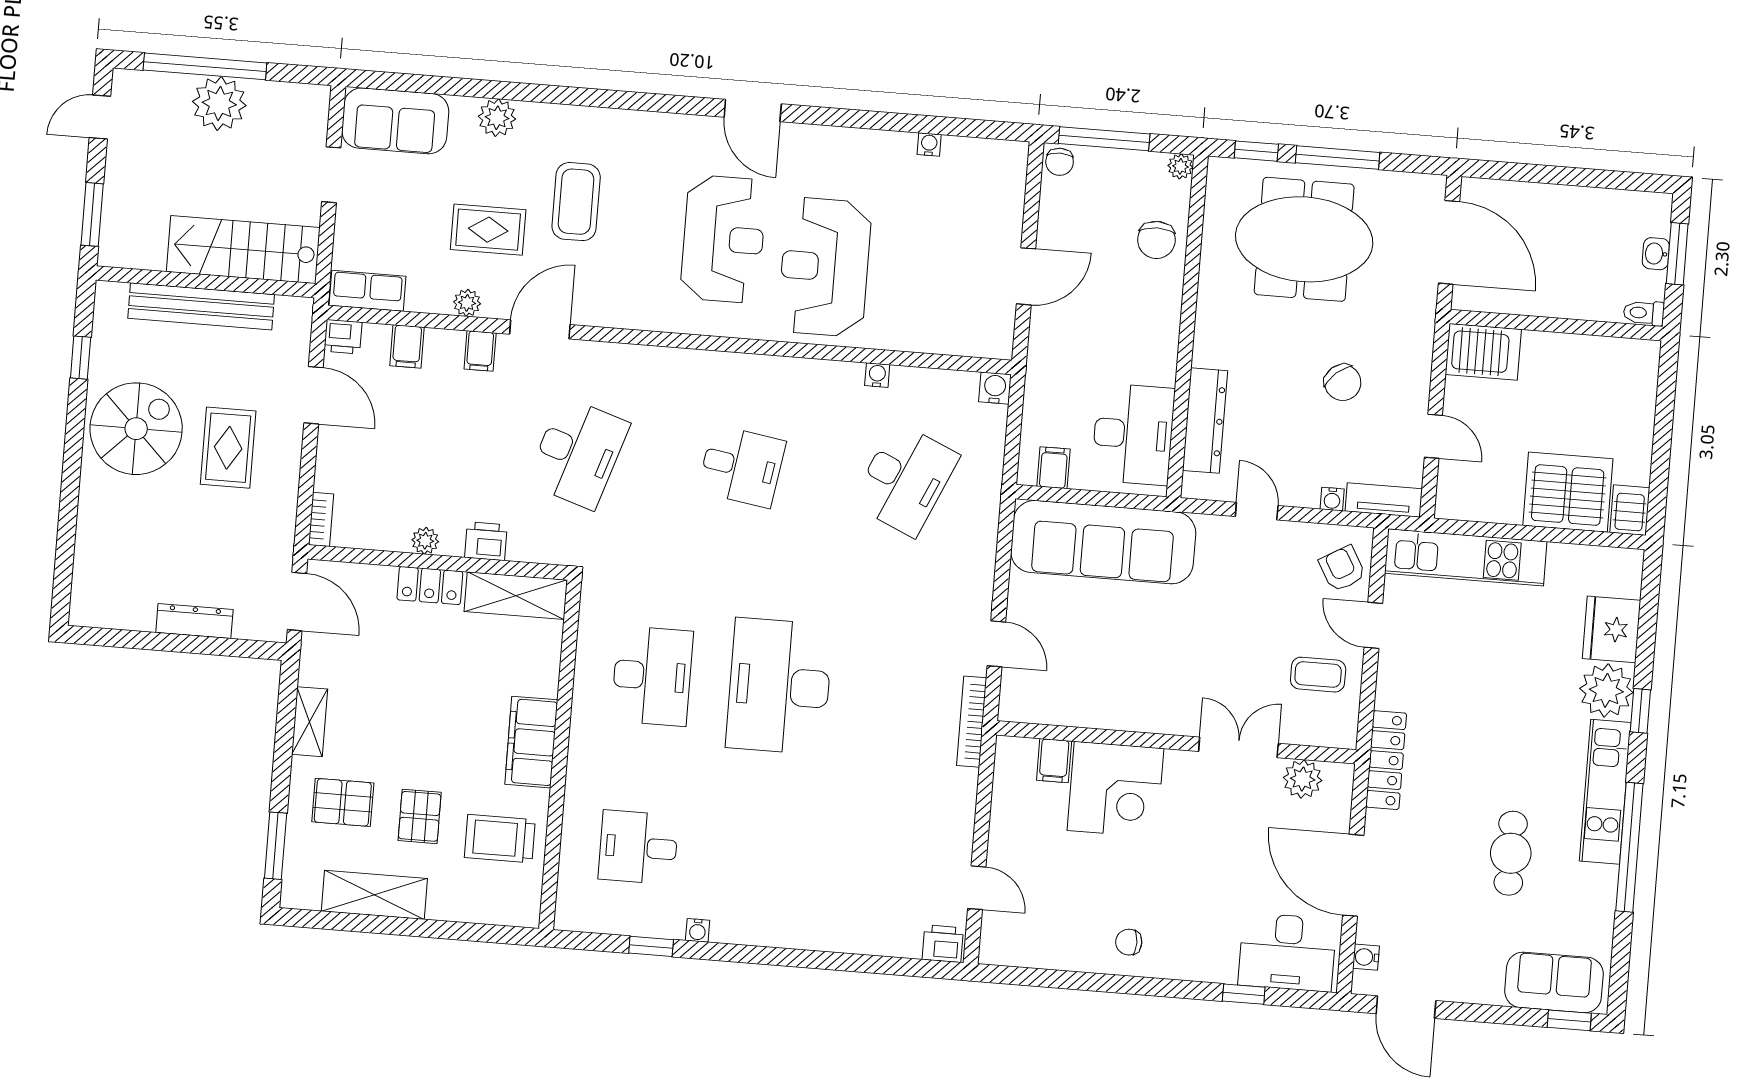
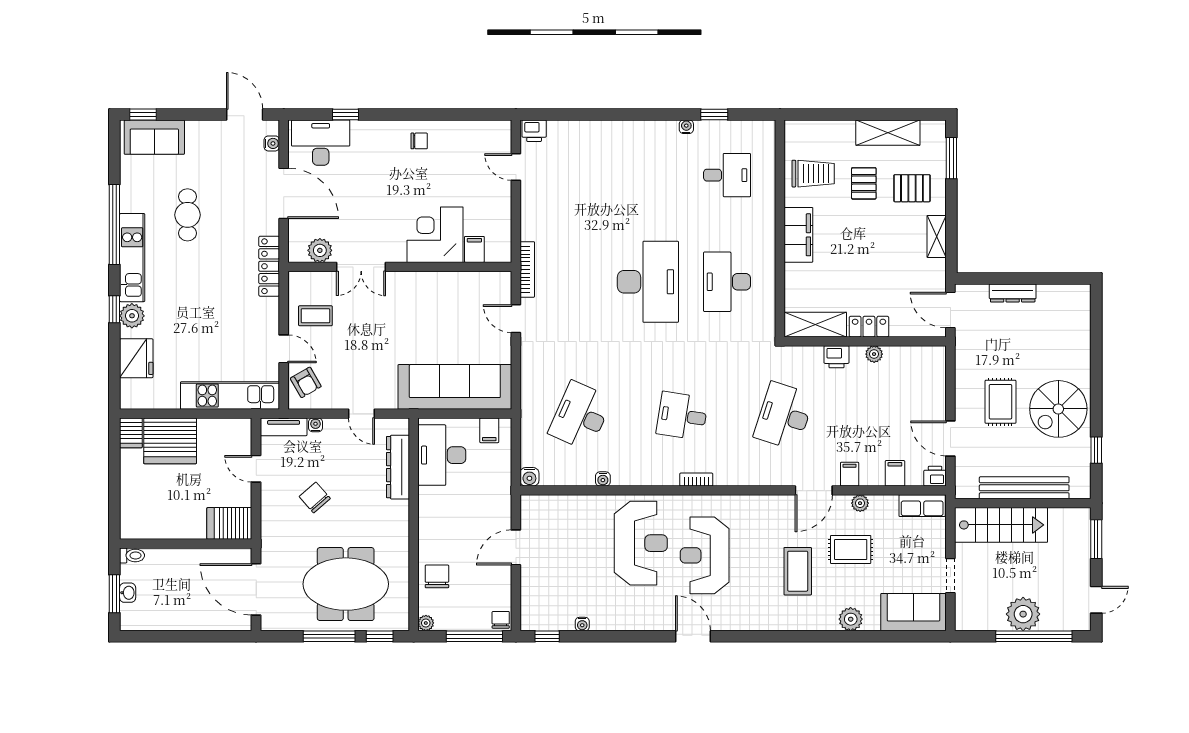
window: (987, 129) -> (547, 636), added
bookcase: (321, 519) -> (696, 480), moved, turned 90
plant: (1606, 690) -> (132, 316), width x0.73, depth x0.73

